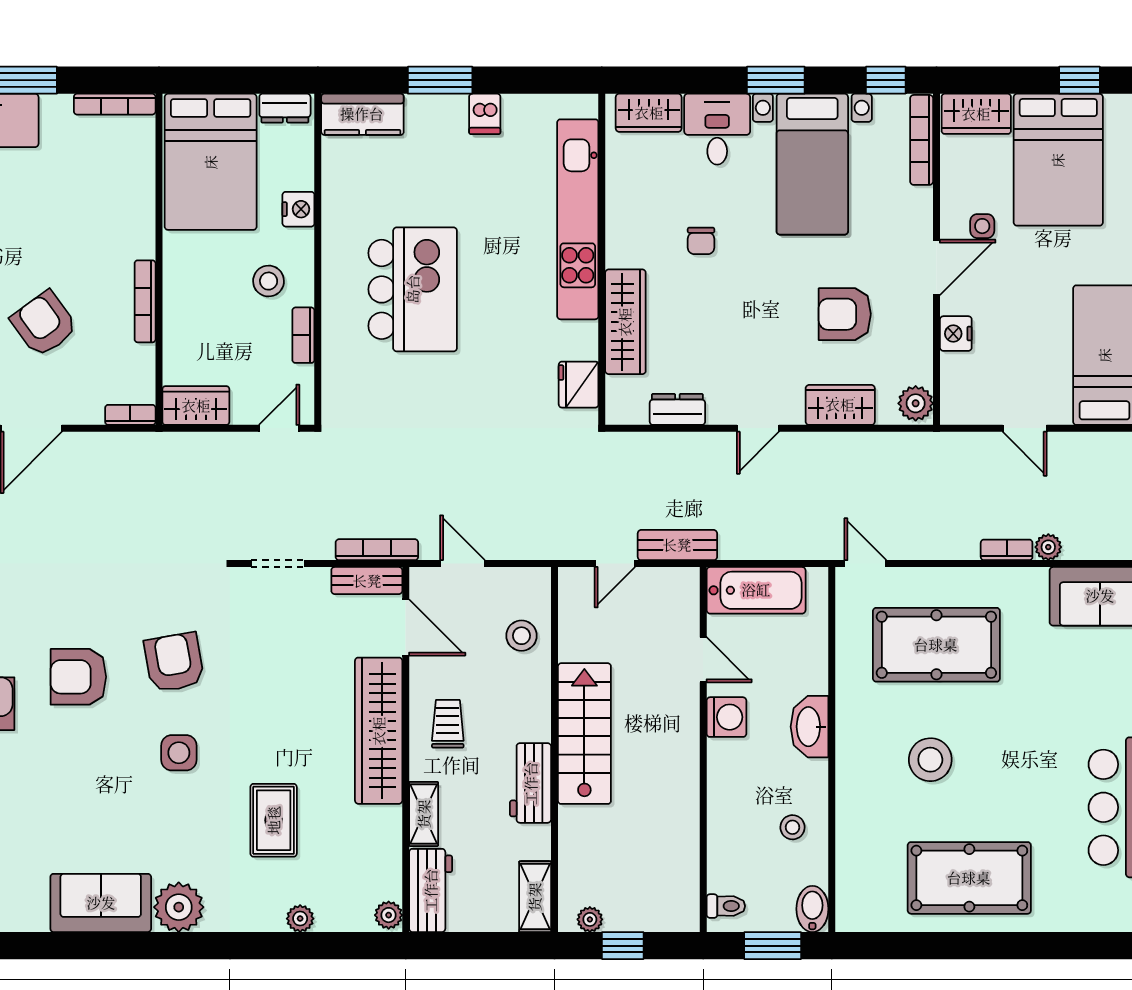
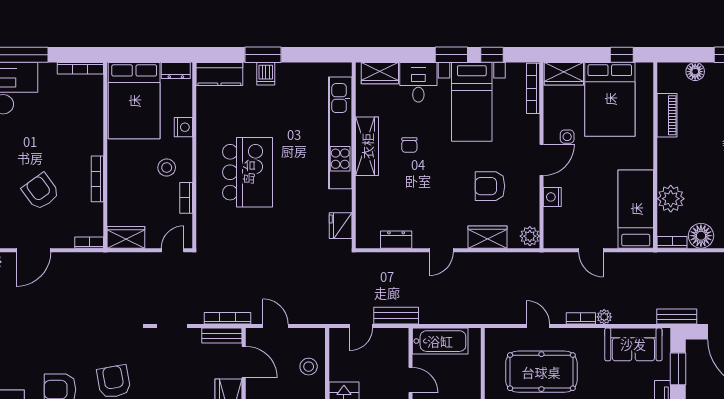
window: (886, 80) -> (492, 55), moved
dishwasher: (485, 114) -> (266, 74), moved
wardrobe: (625, 322) -> (367, 146), moved
door: (865, 564) -> (538, 326), moved

